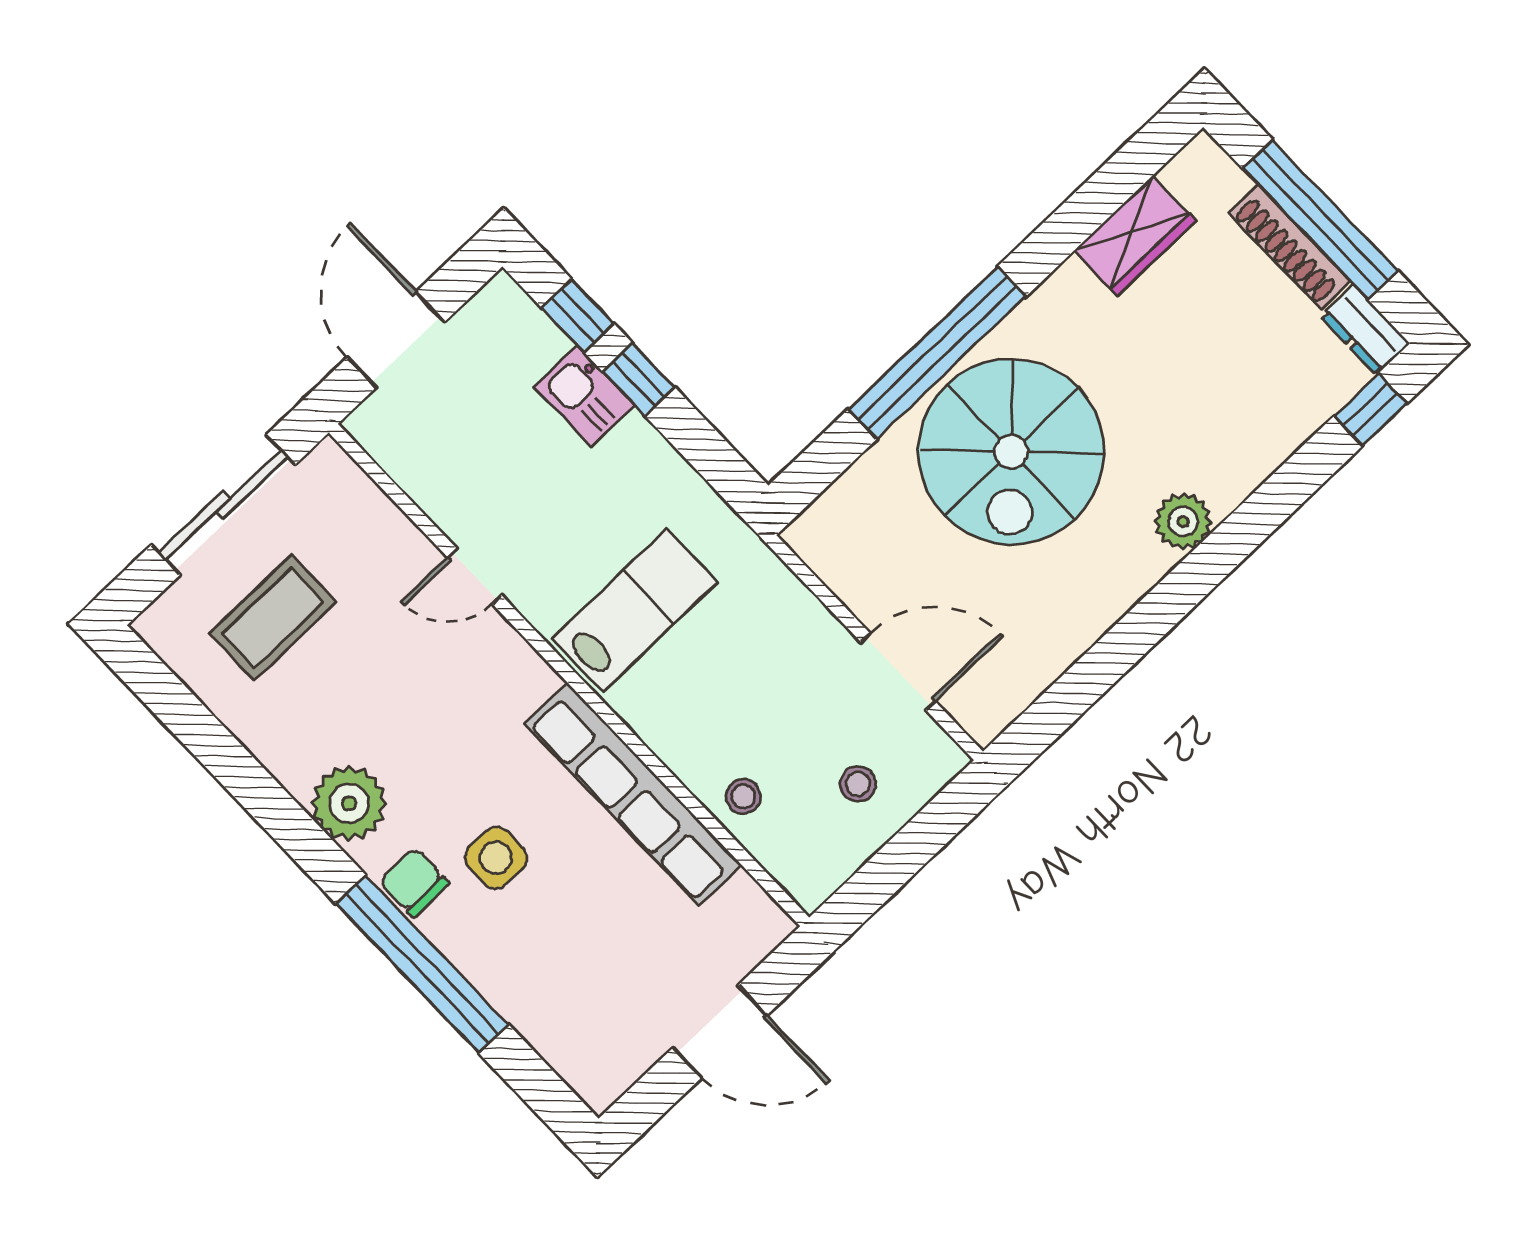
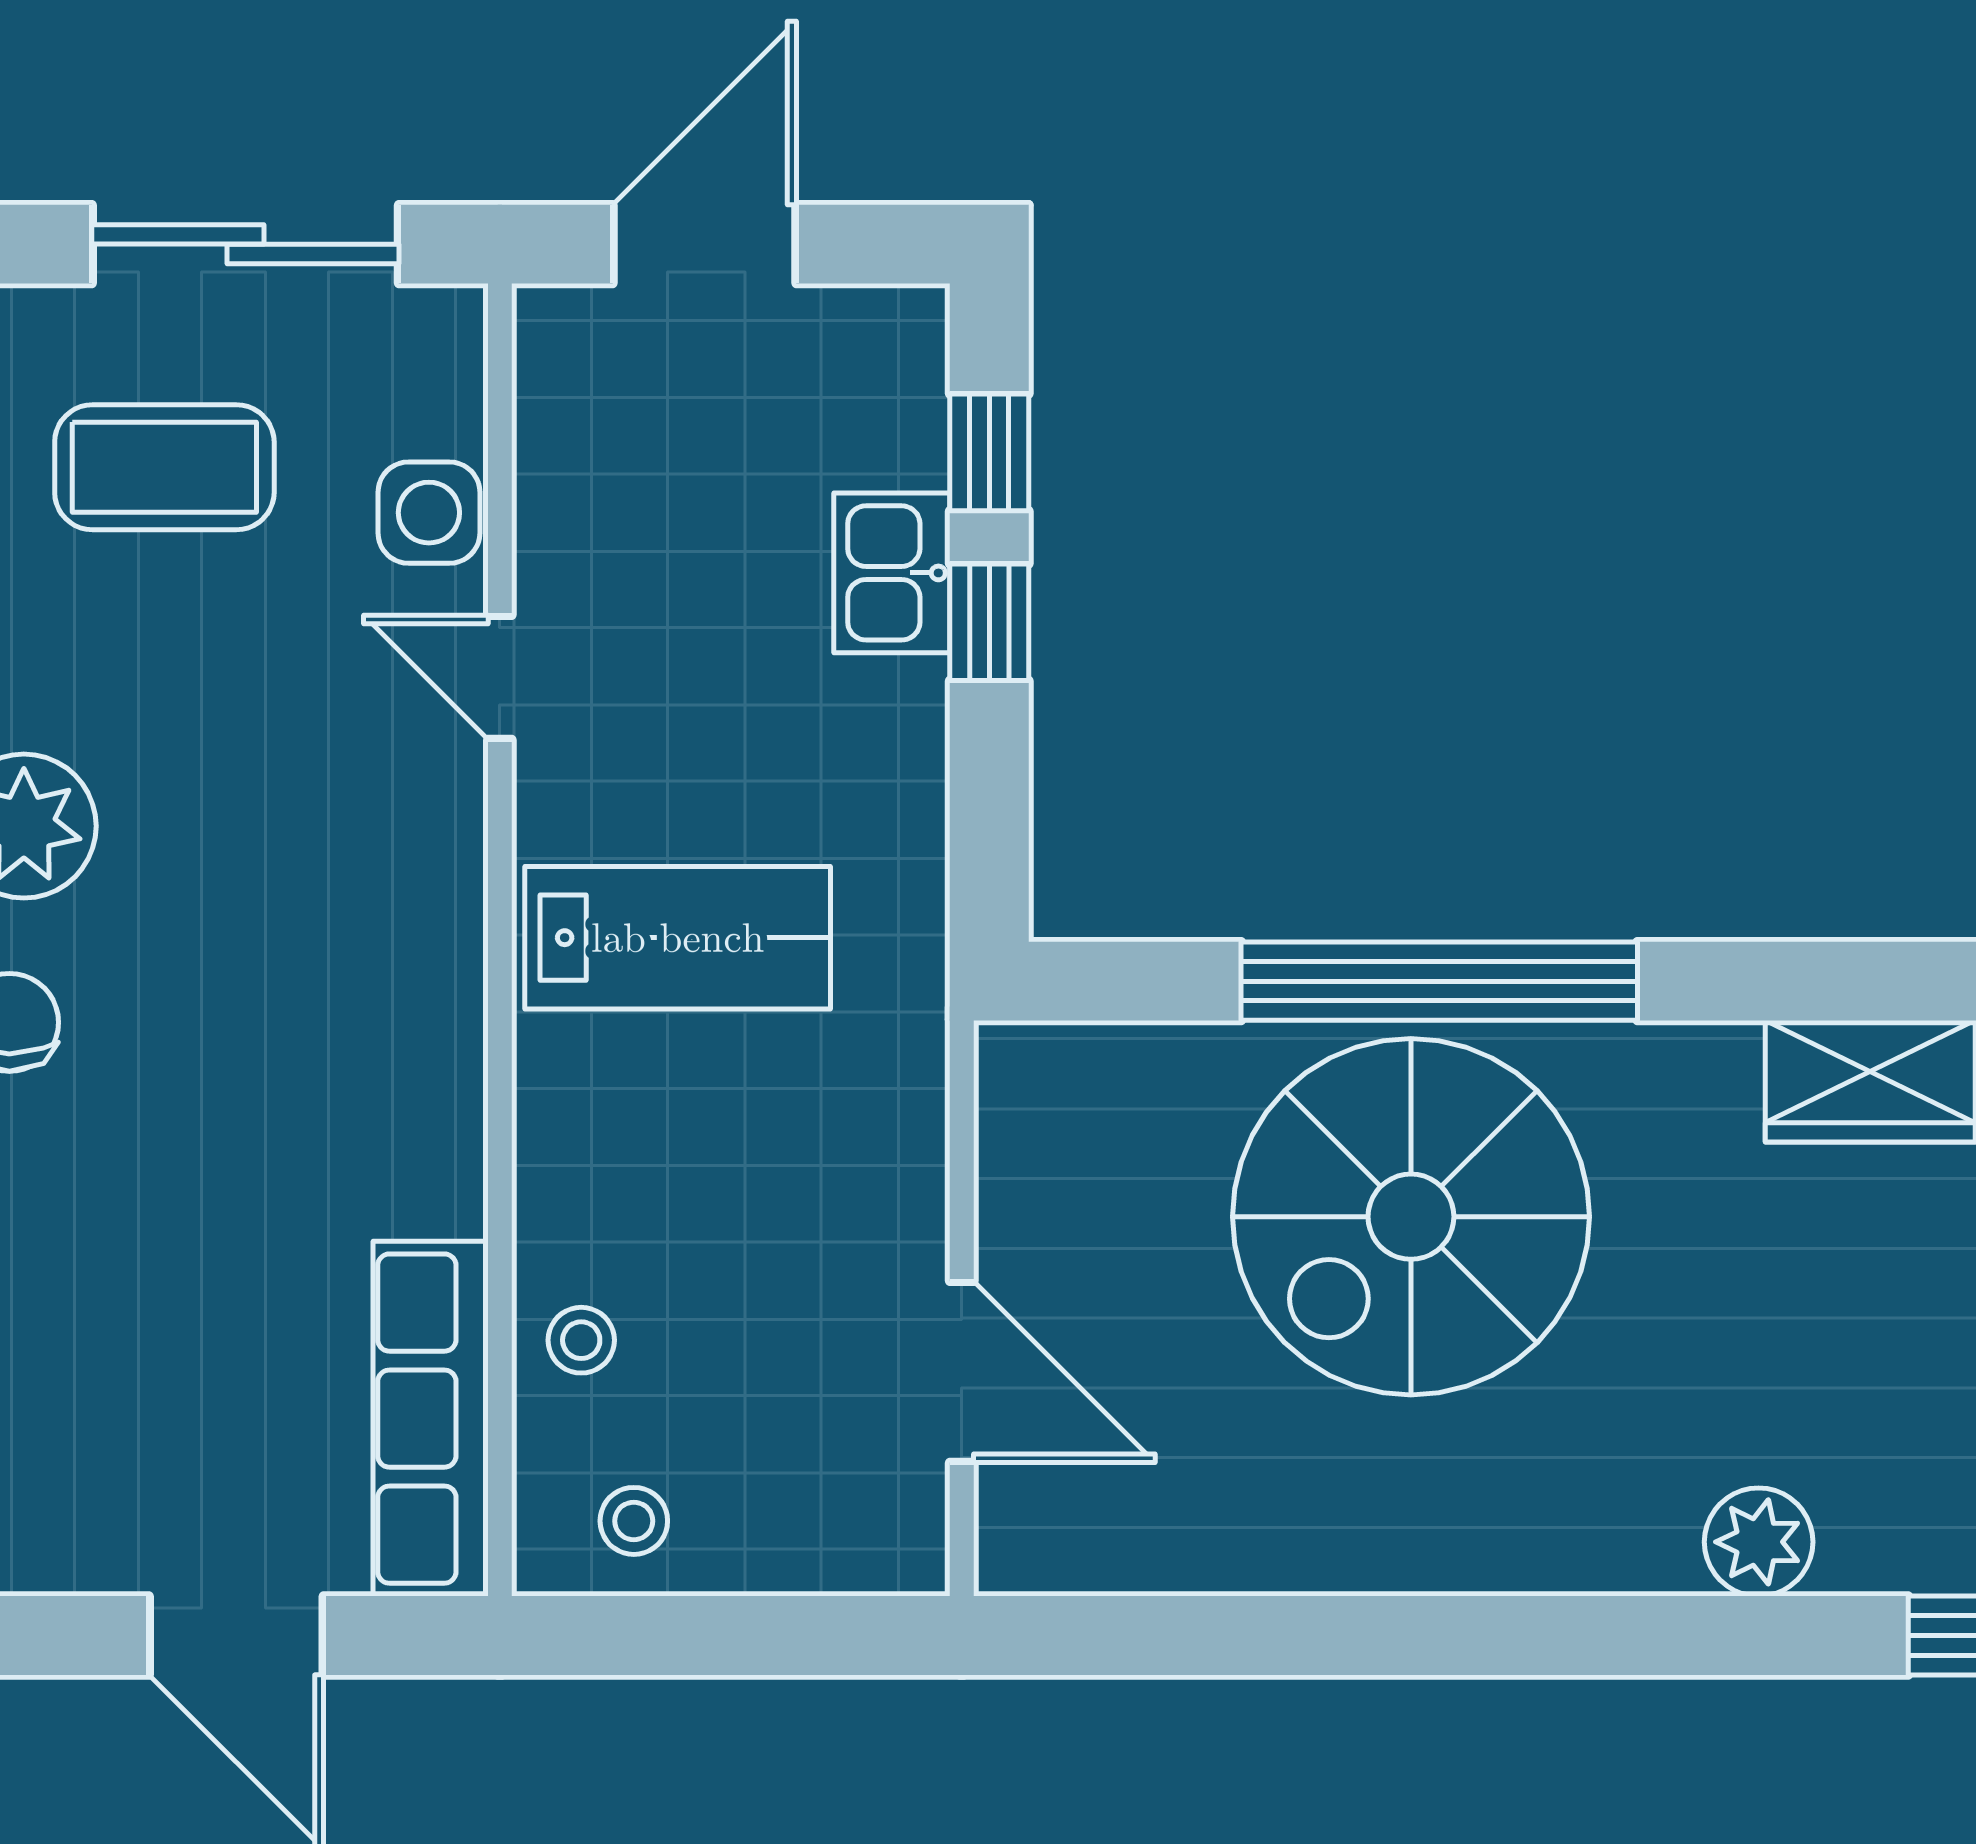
plant: (1183, 521) -> (1759, 1542), moved
stool: (858, 784) -> (634, 1521), moved
row of seats: (633, 794) -> (431, 1419), moved, width x0.73
side table: (496, 858) -> (429, 513), moved

